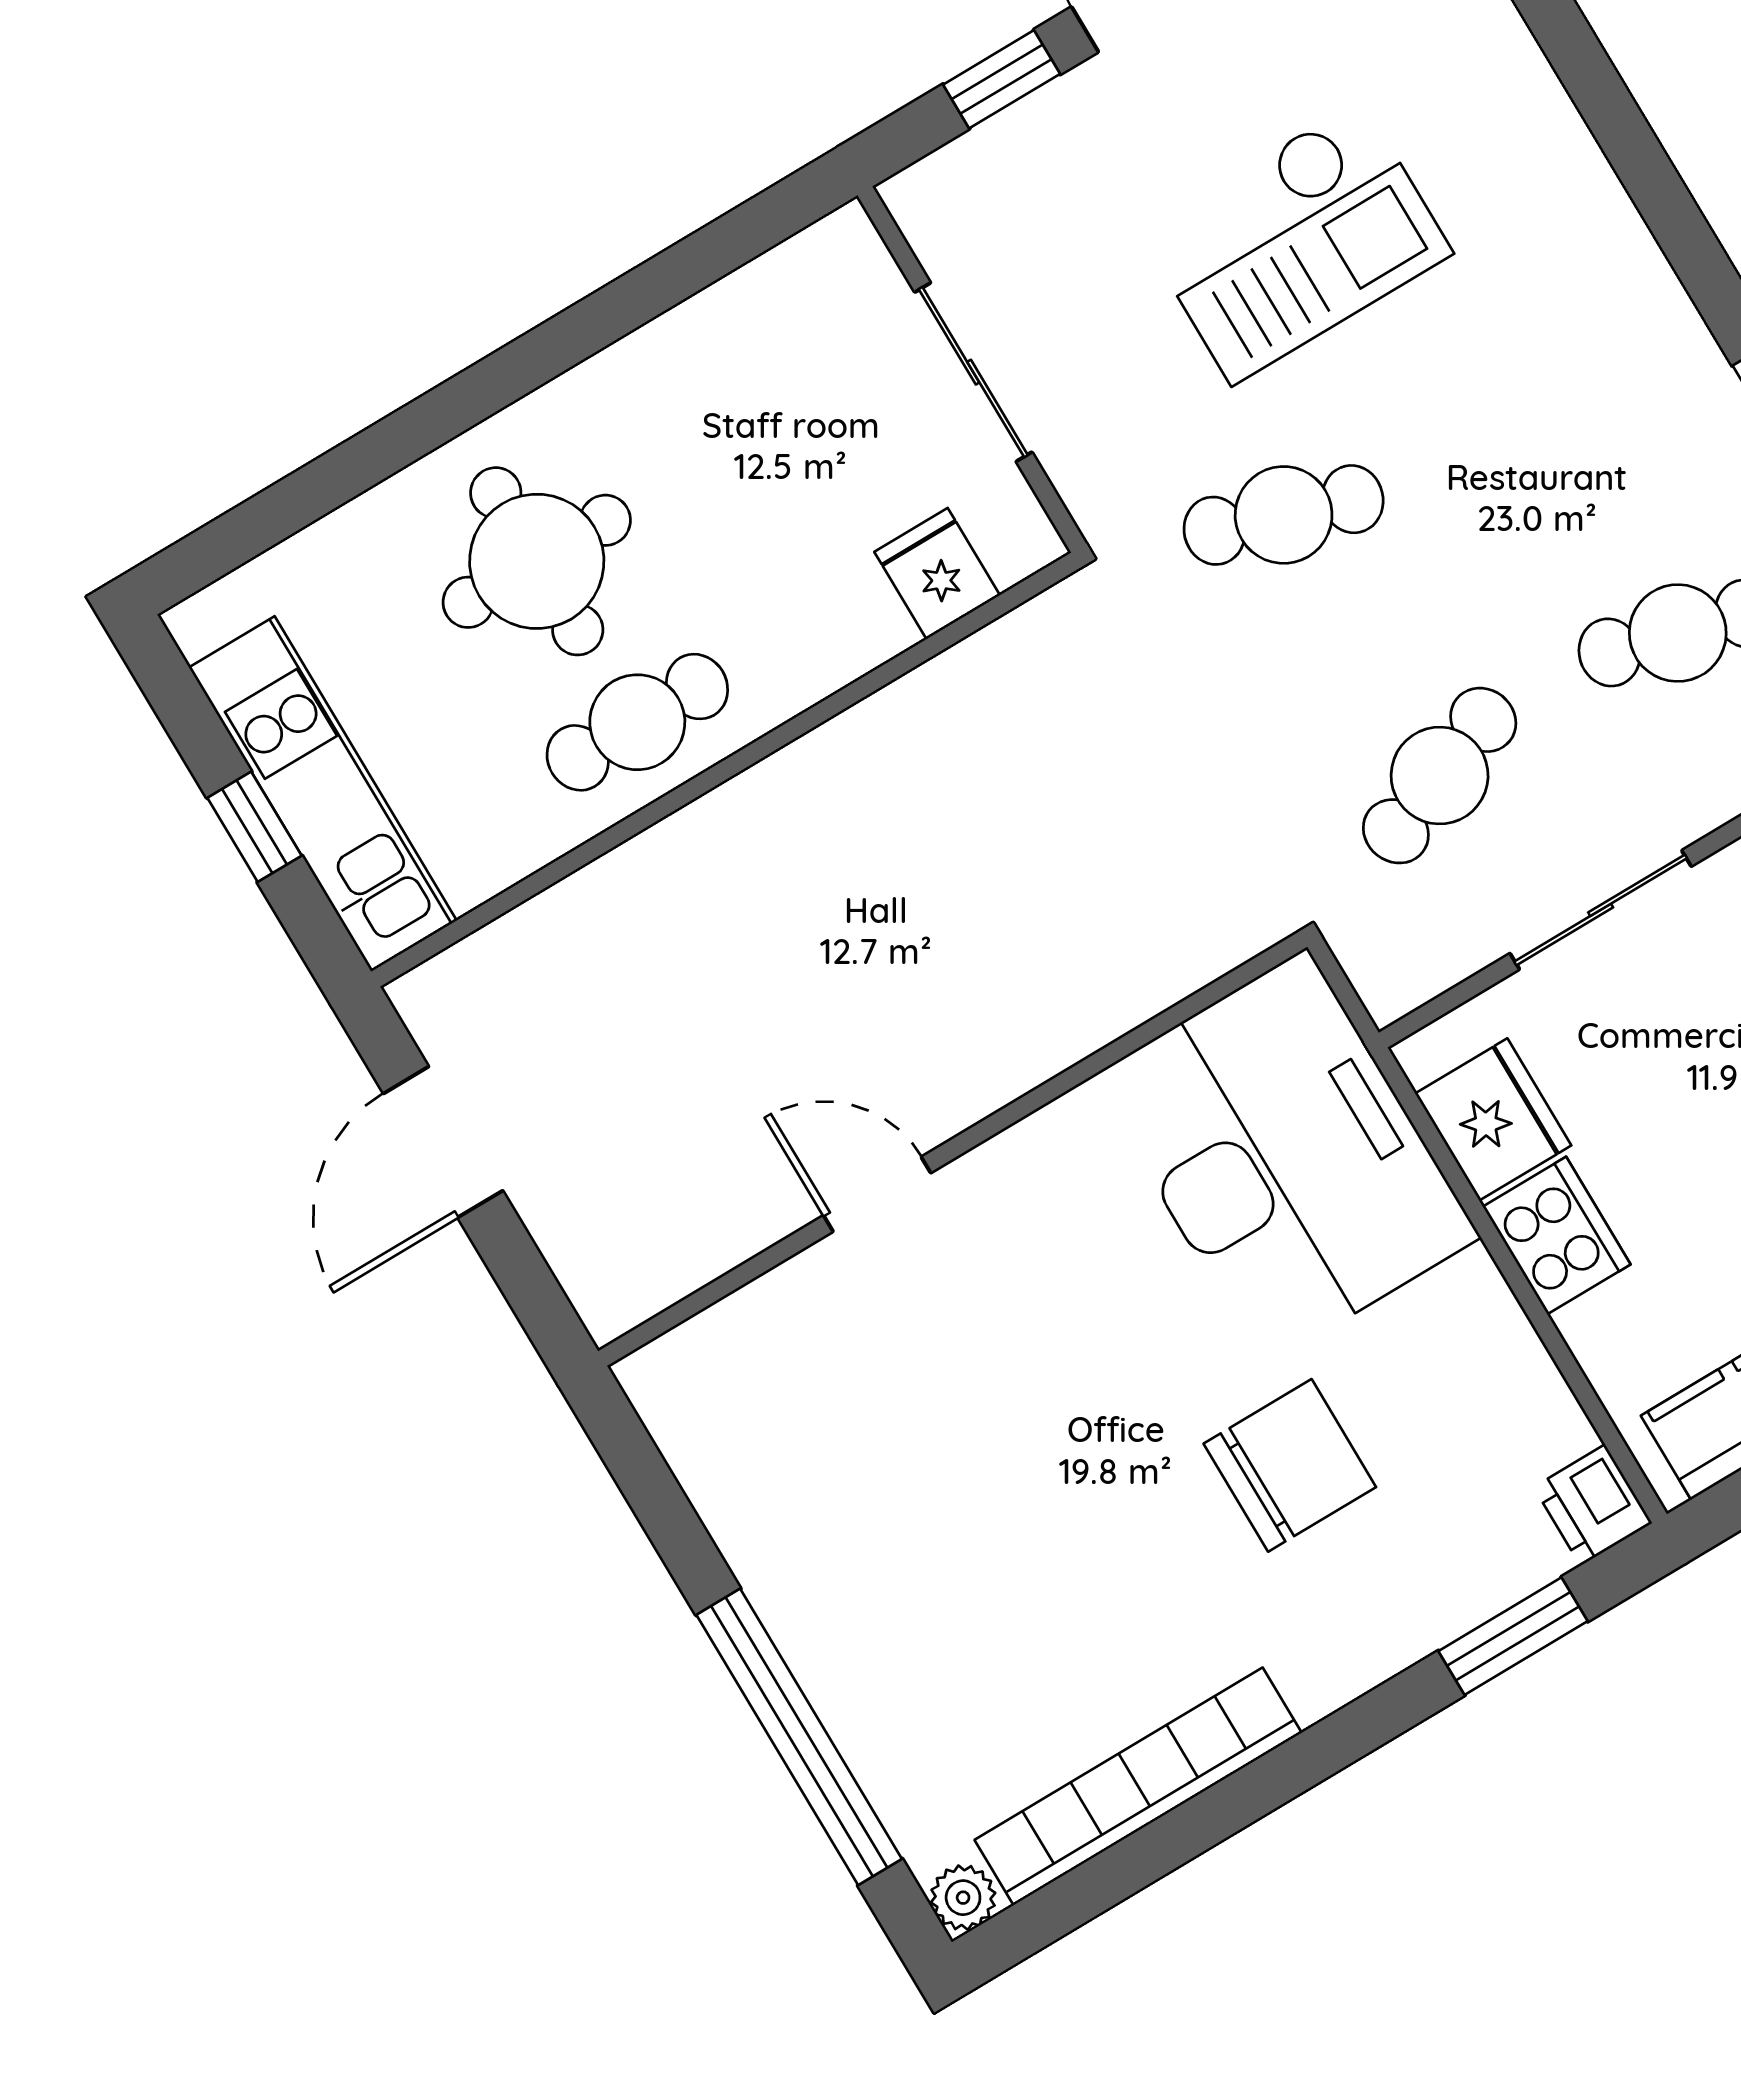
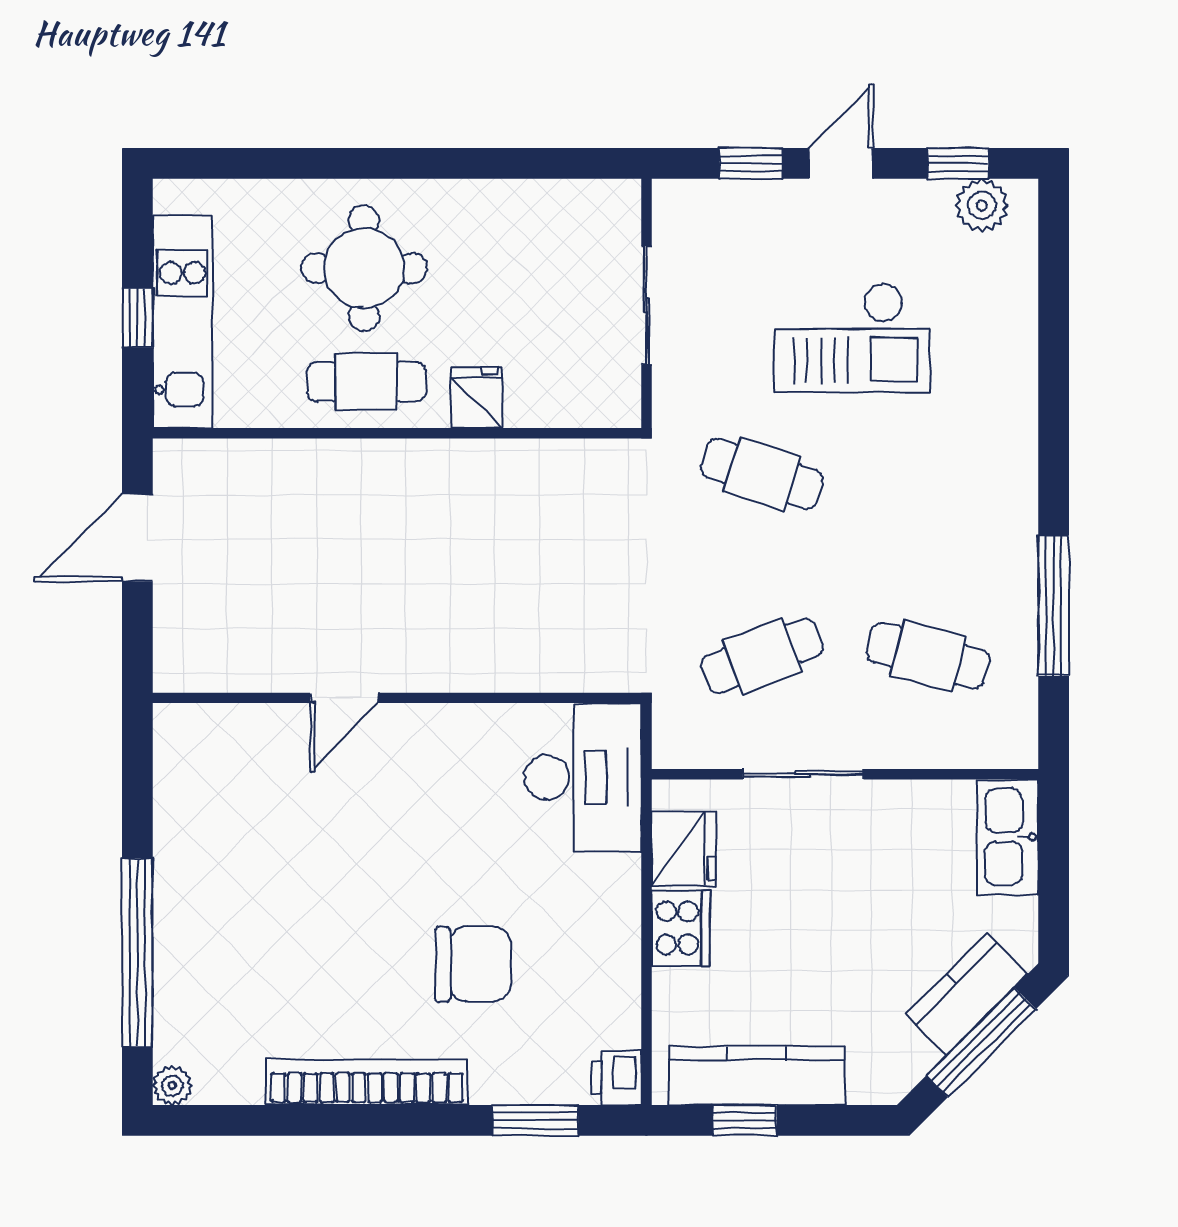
fridge: (937, 574) -> (477, 398), moved
desk: (1285, 1157) -> (583, 777), width x0.73, depth x0.77
door: (877, 1194) -> (344, 698), swing flipped
bookcase: (1138, 1786) -> (367, 1082), moved

